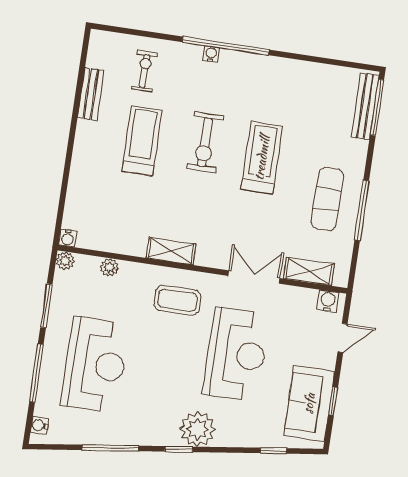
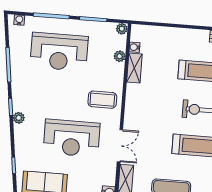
water cooler: (68, 238) -> (134, 47), moved
shelving: (171, 251) -> (134, 68), moved
coffee table: (177, 300) -> (102, 100), turned 90
plant: (197, 429) -> (19, 118), width x0.53, depth x0.53

